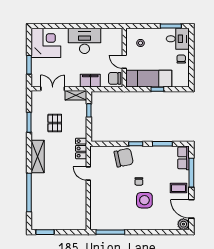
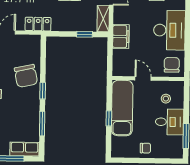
desk: (178, 39) -> (170, 122), moved, turned -90
door: (124, 62) -> (143, 79), hinge flipped
chair: (115, 78) -> (172, 65), moved

